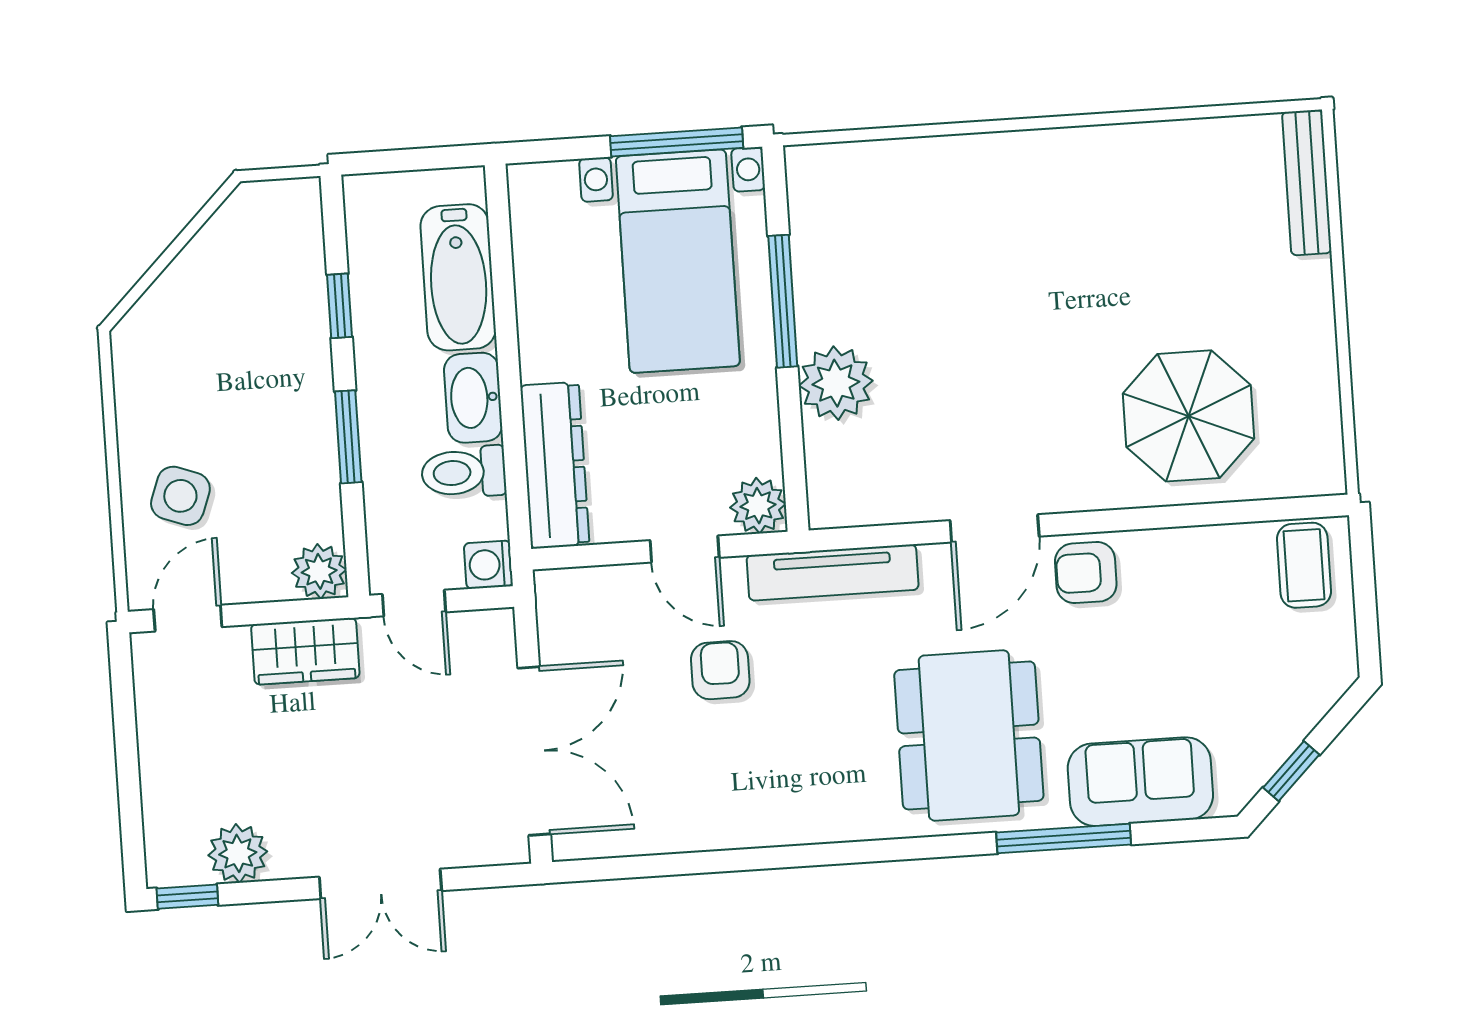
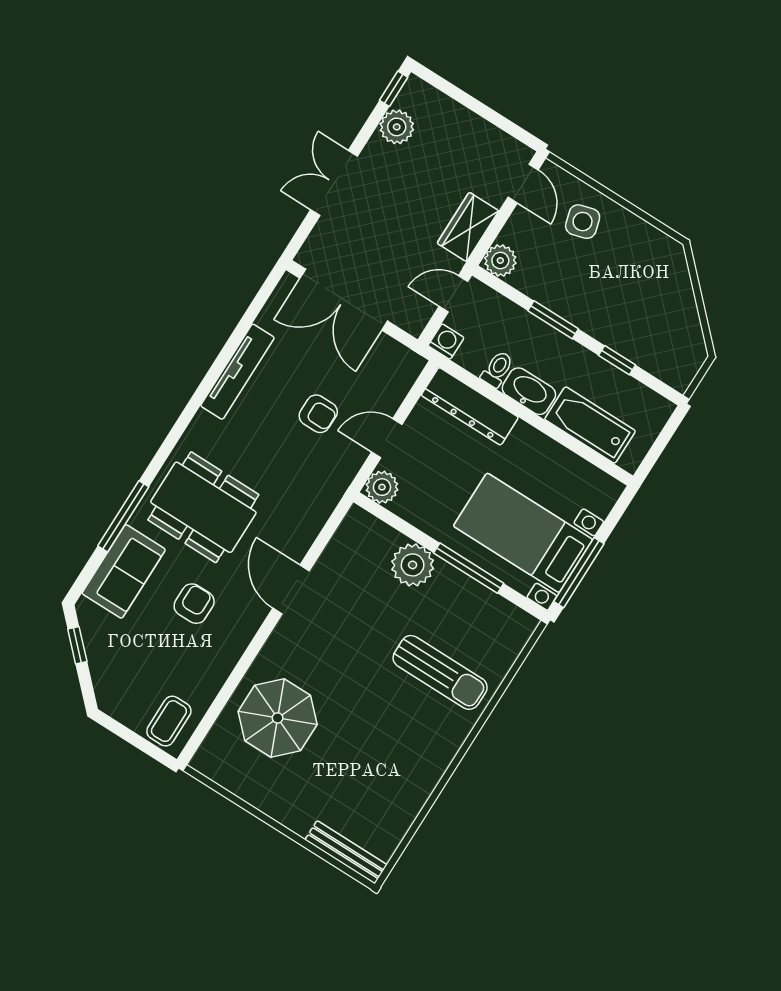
sun lounger: (958, 235) -> (440, 672), added
toilet: (464, 472) -> (497, 369), width x0.73, depth x0.72
side table: (180, 496) -> (583, 222), turned -36
coffee table: (1304, 565) -> (169, 721), turned 90
tv unit: (833, 573) -> (237, 372), moved, turned 180
armchair: (1086, 573) -> (194, 604), moved

